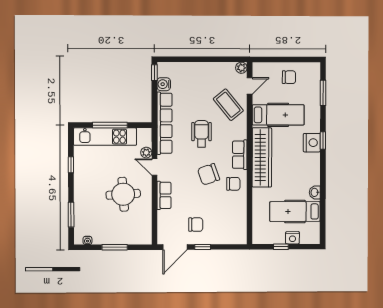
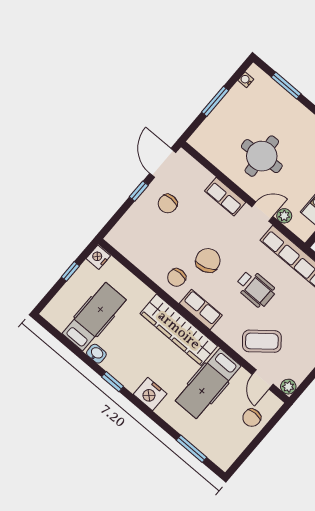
chair: (289, 77) -> (252, 418), moved
window: (323, 141) -> (113, 382), moved
nightstand: (292, 238) -> (98, 257), moved

